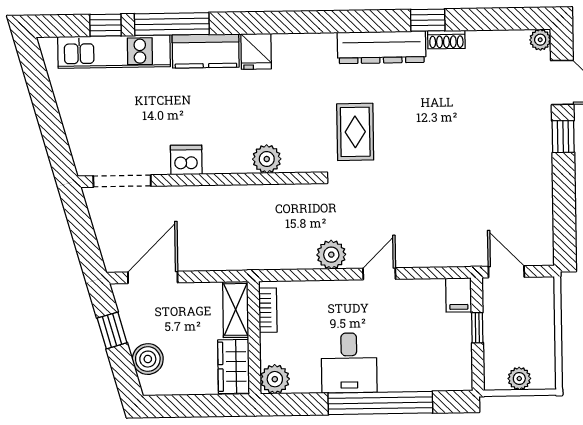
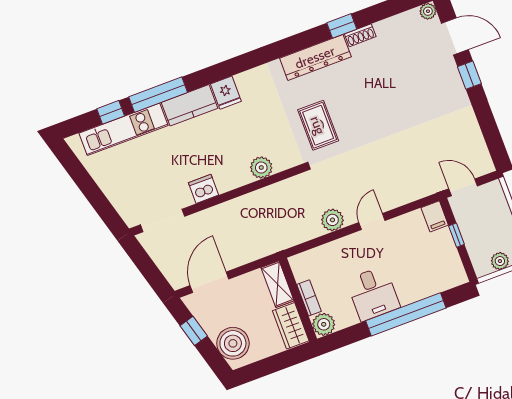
bookcase: (268, 310) -> (309, 298), moved
boiler: (148, 359) -> (233, 343), width x1.37, depth x1.37

